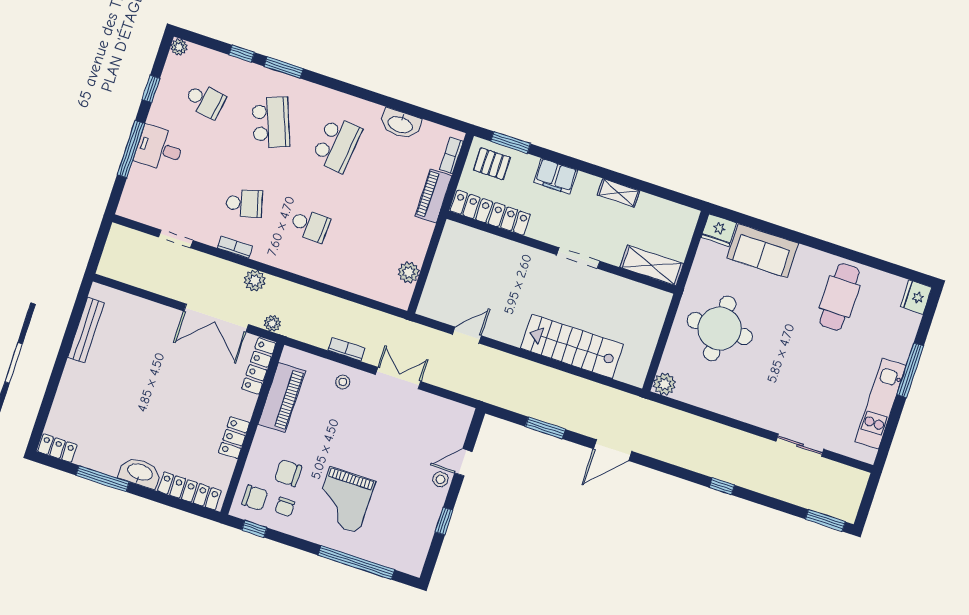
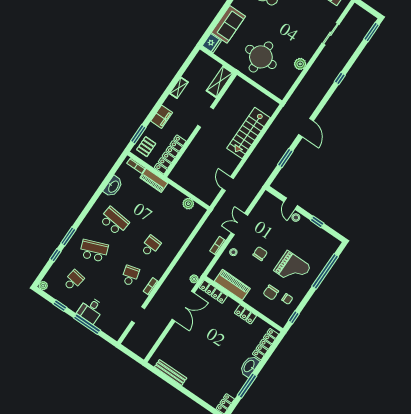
plant: (255, 281) -> (170, 281), removed
plant: (664, 384) -> (300, 64), moved
chair: (255, 498) -> (260, 254), moved

